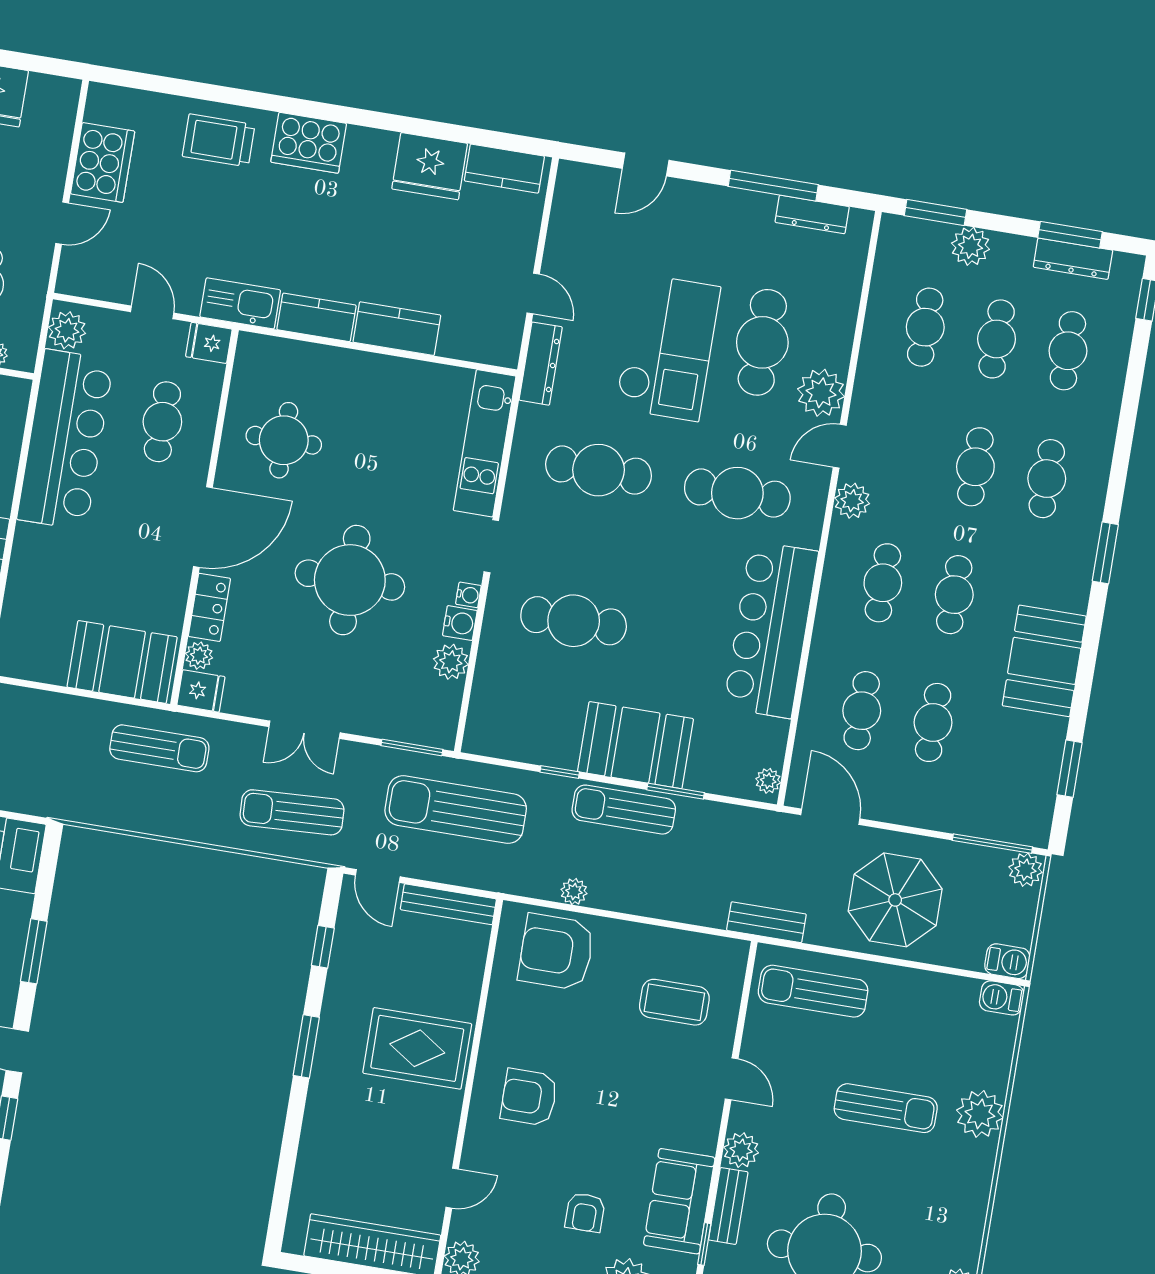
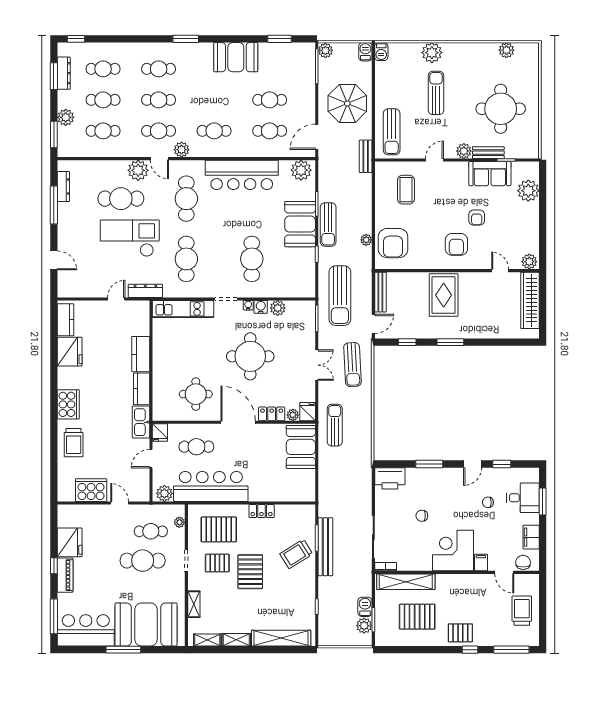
cafe table: (954, 595) -> (159, 131), moved
plant: (768, 781) -> (301, 170), width x1.88, depth x1.88
armchair: (585, 1212) -> (477, 218), moved, turned 90

